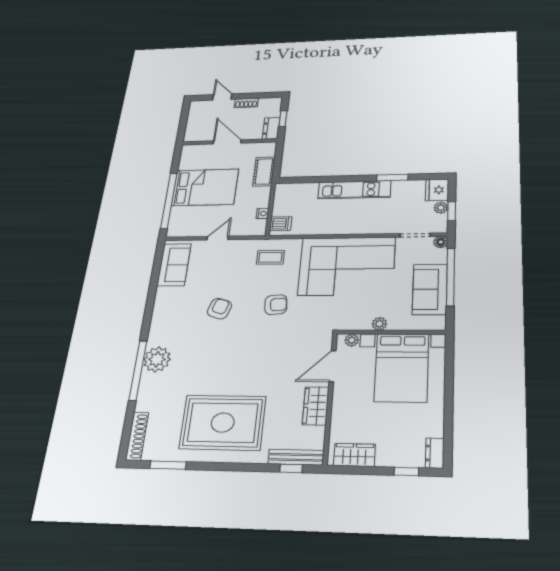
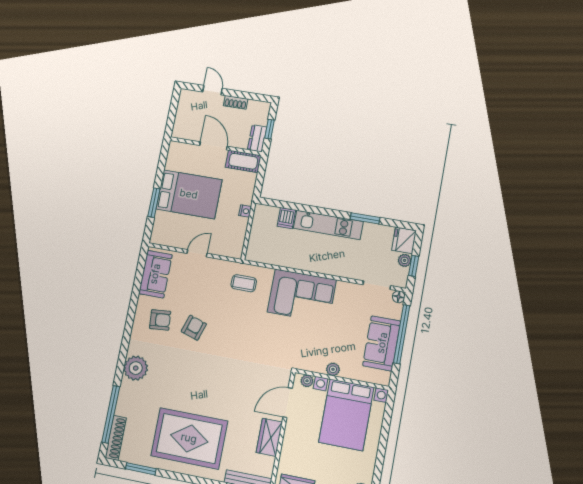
cot: (264, 171) -> (243, 161), moved, turned 90
window: (169, 201) -> (154, 203), width x0.47
nightstand: (262, 213) -> (245, 211), moved
dishwasher: (281, 224) -> (286, 218), moved, turned 90
corner sofa: (347, 266) -> (302, 296), width x0.73, depth x0.74
armchair: (276, 305) -> (160, 320), moved
window: (138, 370) -> (111, 414), moved

